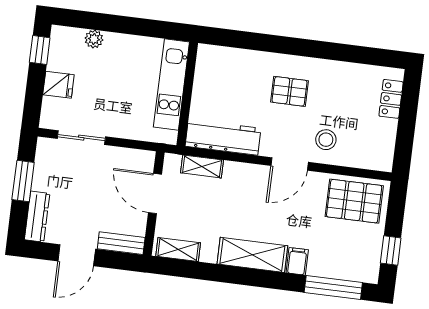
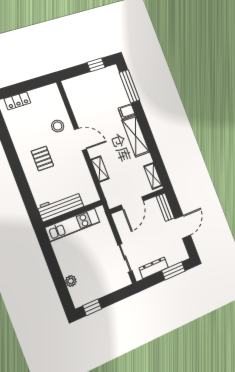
fridge: (58, 85) -> (105, 286), removed
workbench: (223, 137) -> (60, 206), moved, turned 90
shelving: (202, 166) -> (100, 169), moved
window: (23, 181) -> (173, 271), moved
pallet: (354, 201) -> (81, 96), removed
dresser: (37, 217) -> (154, 268), moved
door: (77, 255) -> (183, 227), hinge flipped

